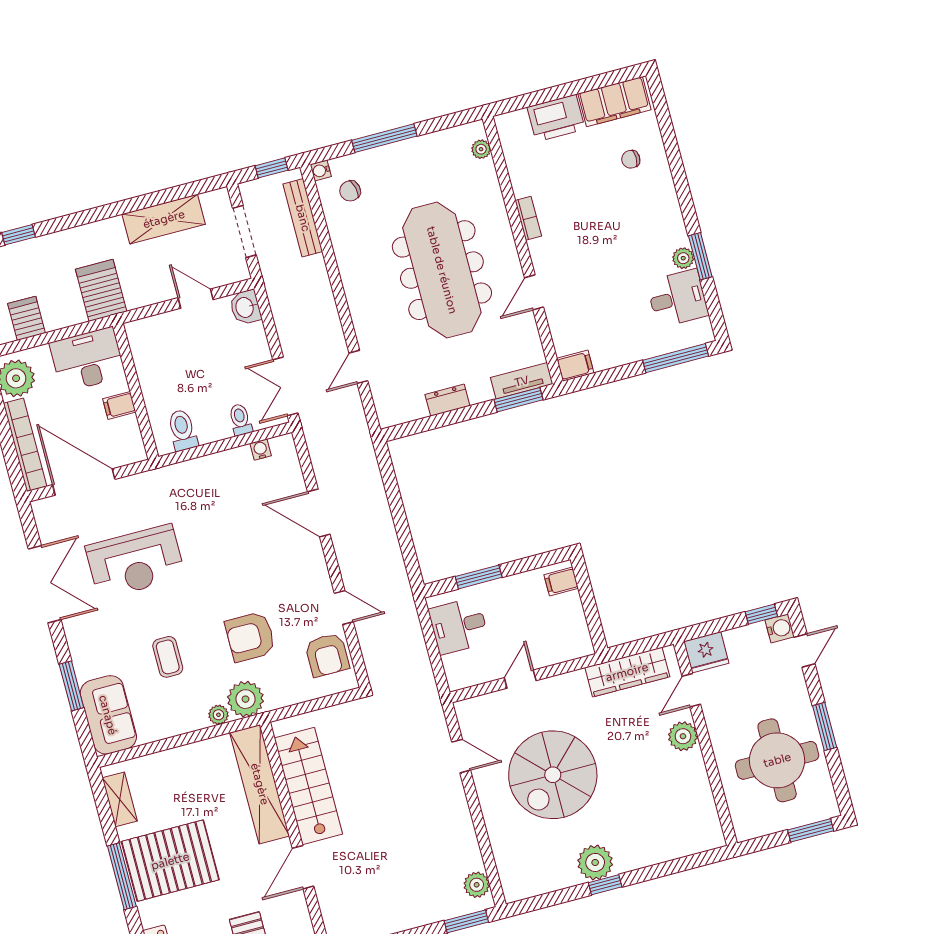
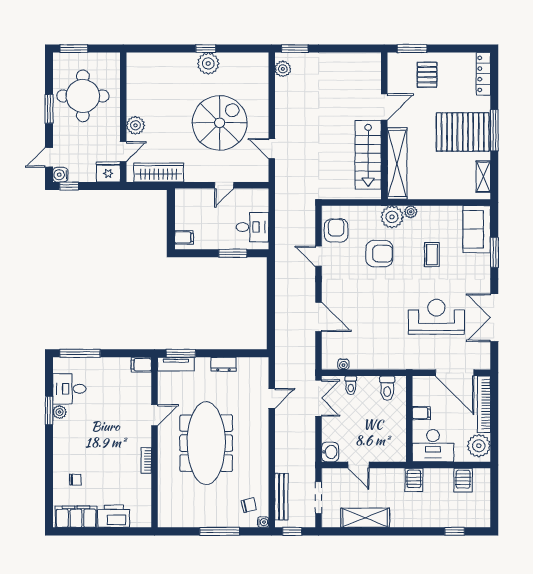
plant: (481, 149) -> (164, 509), removed
server rack: (101, 290) -> (414, 480), width x0.73, depth x0.70

